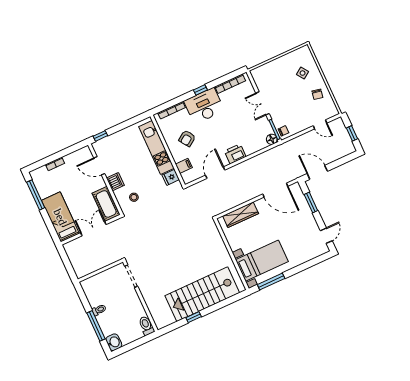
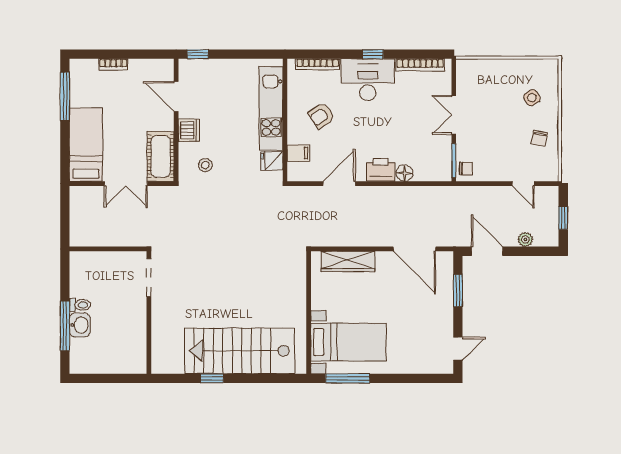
floor lamp: (272, 139) -> (405, 173), moved
plant: (336, 156) -> (525, 239), added
double door: (93, 229) -> (126, 184), swing flipped
toilet: (146, 326) -> (138, 359), removed
washbasin: (114, 342) -> (80, 325), moved

